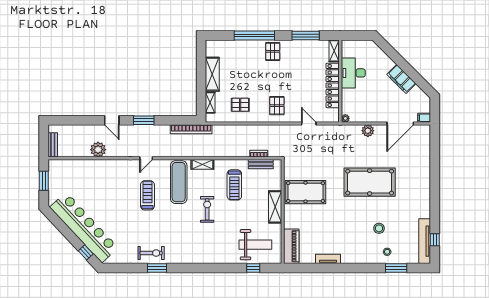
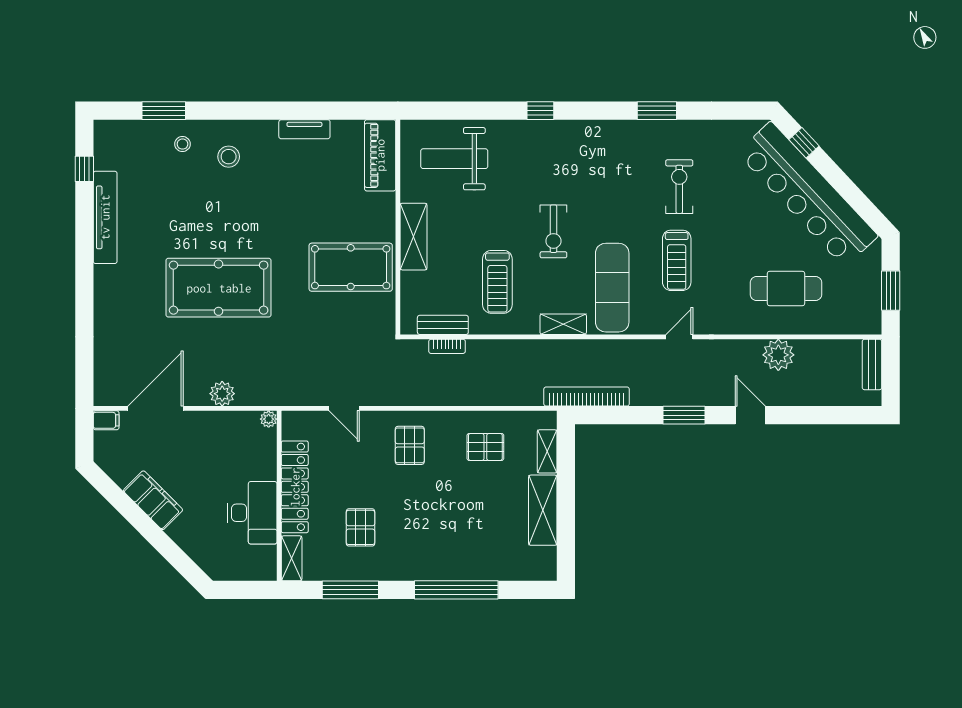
pallet: (273, 51) -> (360, 527), moved
cafe table: (94, 182) -> (786, 289), added
treadmill: (234, 185) -> (497, 282), turned 180
stool: (379, 228) -> (229, 157), moved
tv unit: (425, 241) -> (105, 217), moved
exercise bike: (151, 253) -> (679, 187), moved, turned 90
window: (253, 268) -> (540, 111), moved

